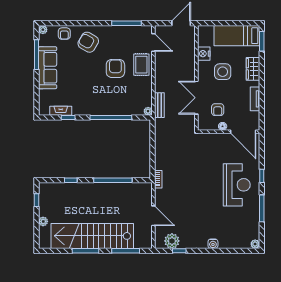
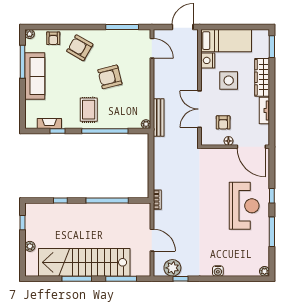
bed: (237, 36) -> (226, 41), moved, turned 180
rug: (141, 65) -> (89, 110), moved
armchair: (115, 68) -> (110, 77), turned -104
wardrobe: (253, 69) -> (262, 77), width x1.50
bench: (159, 105) -> (159, 117), width x1.36

